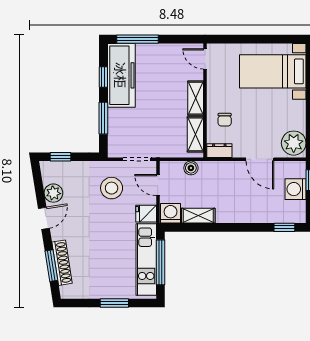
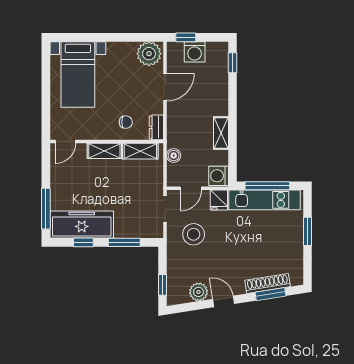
shelving: (198, 216) -> (221, 133), moved

